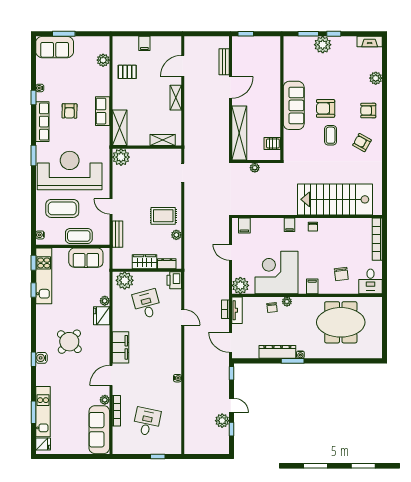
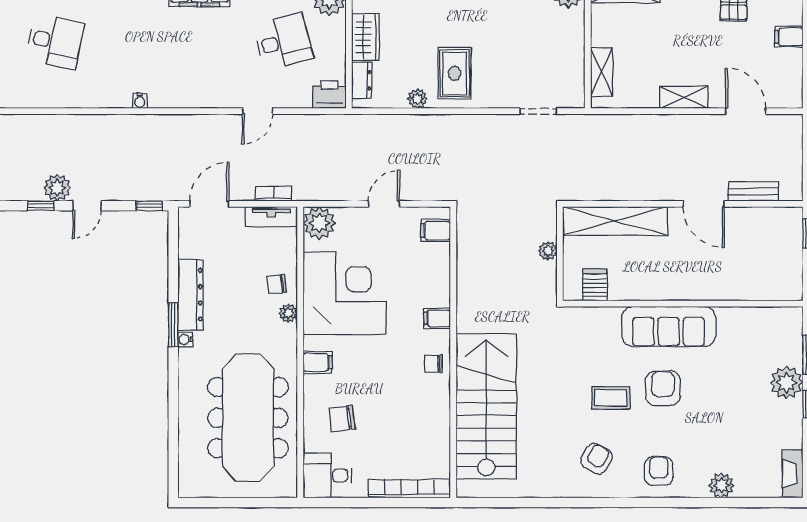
meeting table: (341, 322) -> (248, 418), width x1.36

